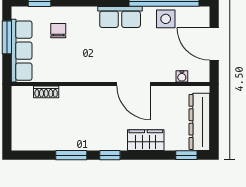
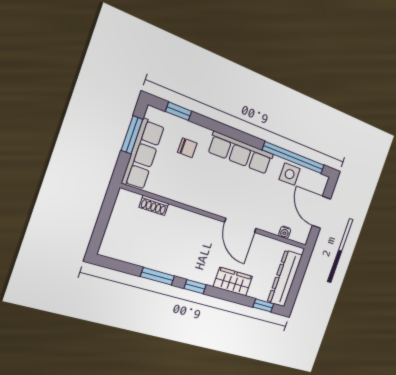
row of seats: (120, 17) -> (241, 153), width x1.48
chair: (58, 31) -> (187, 148), turned 90

